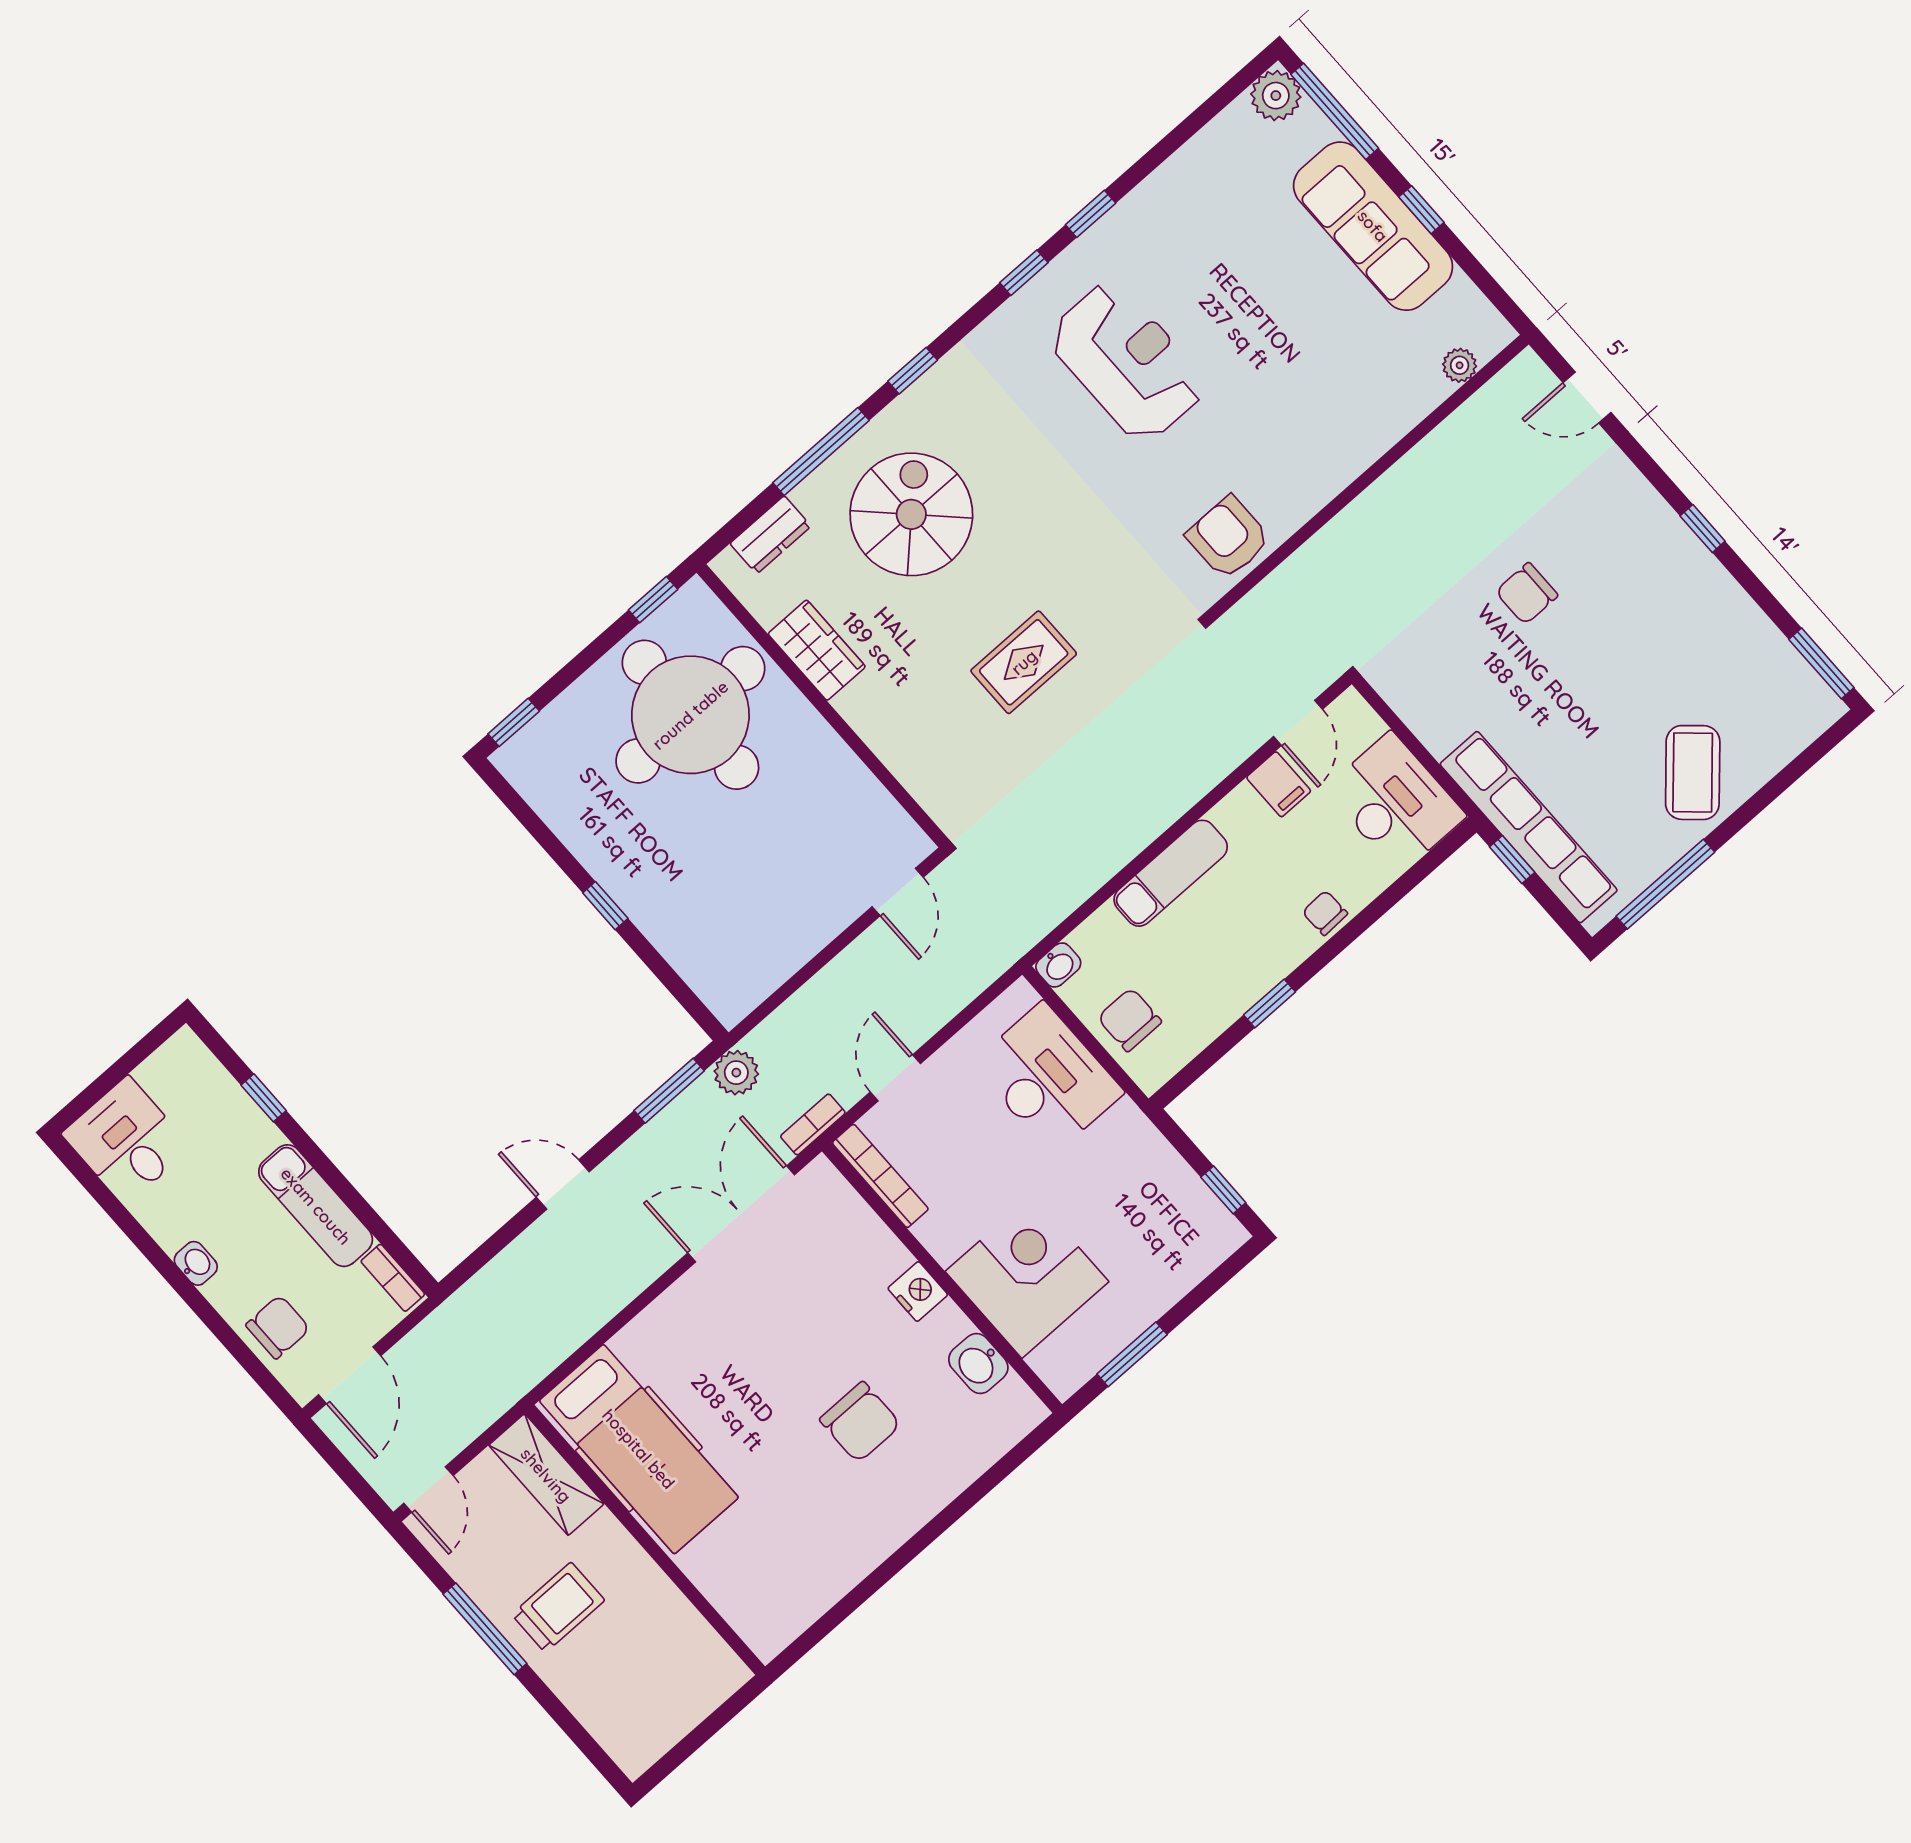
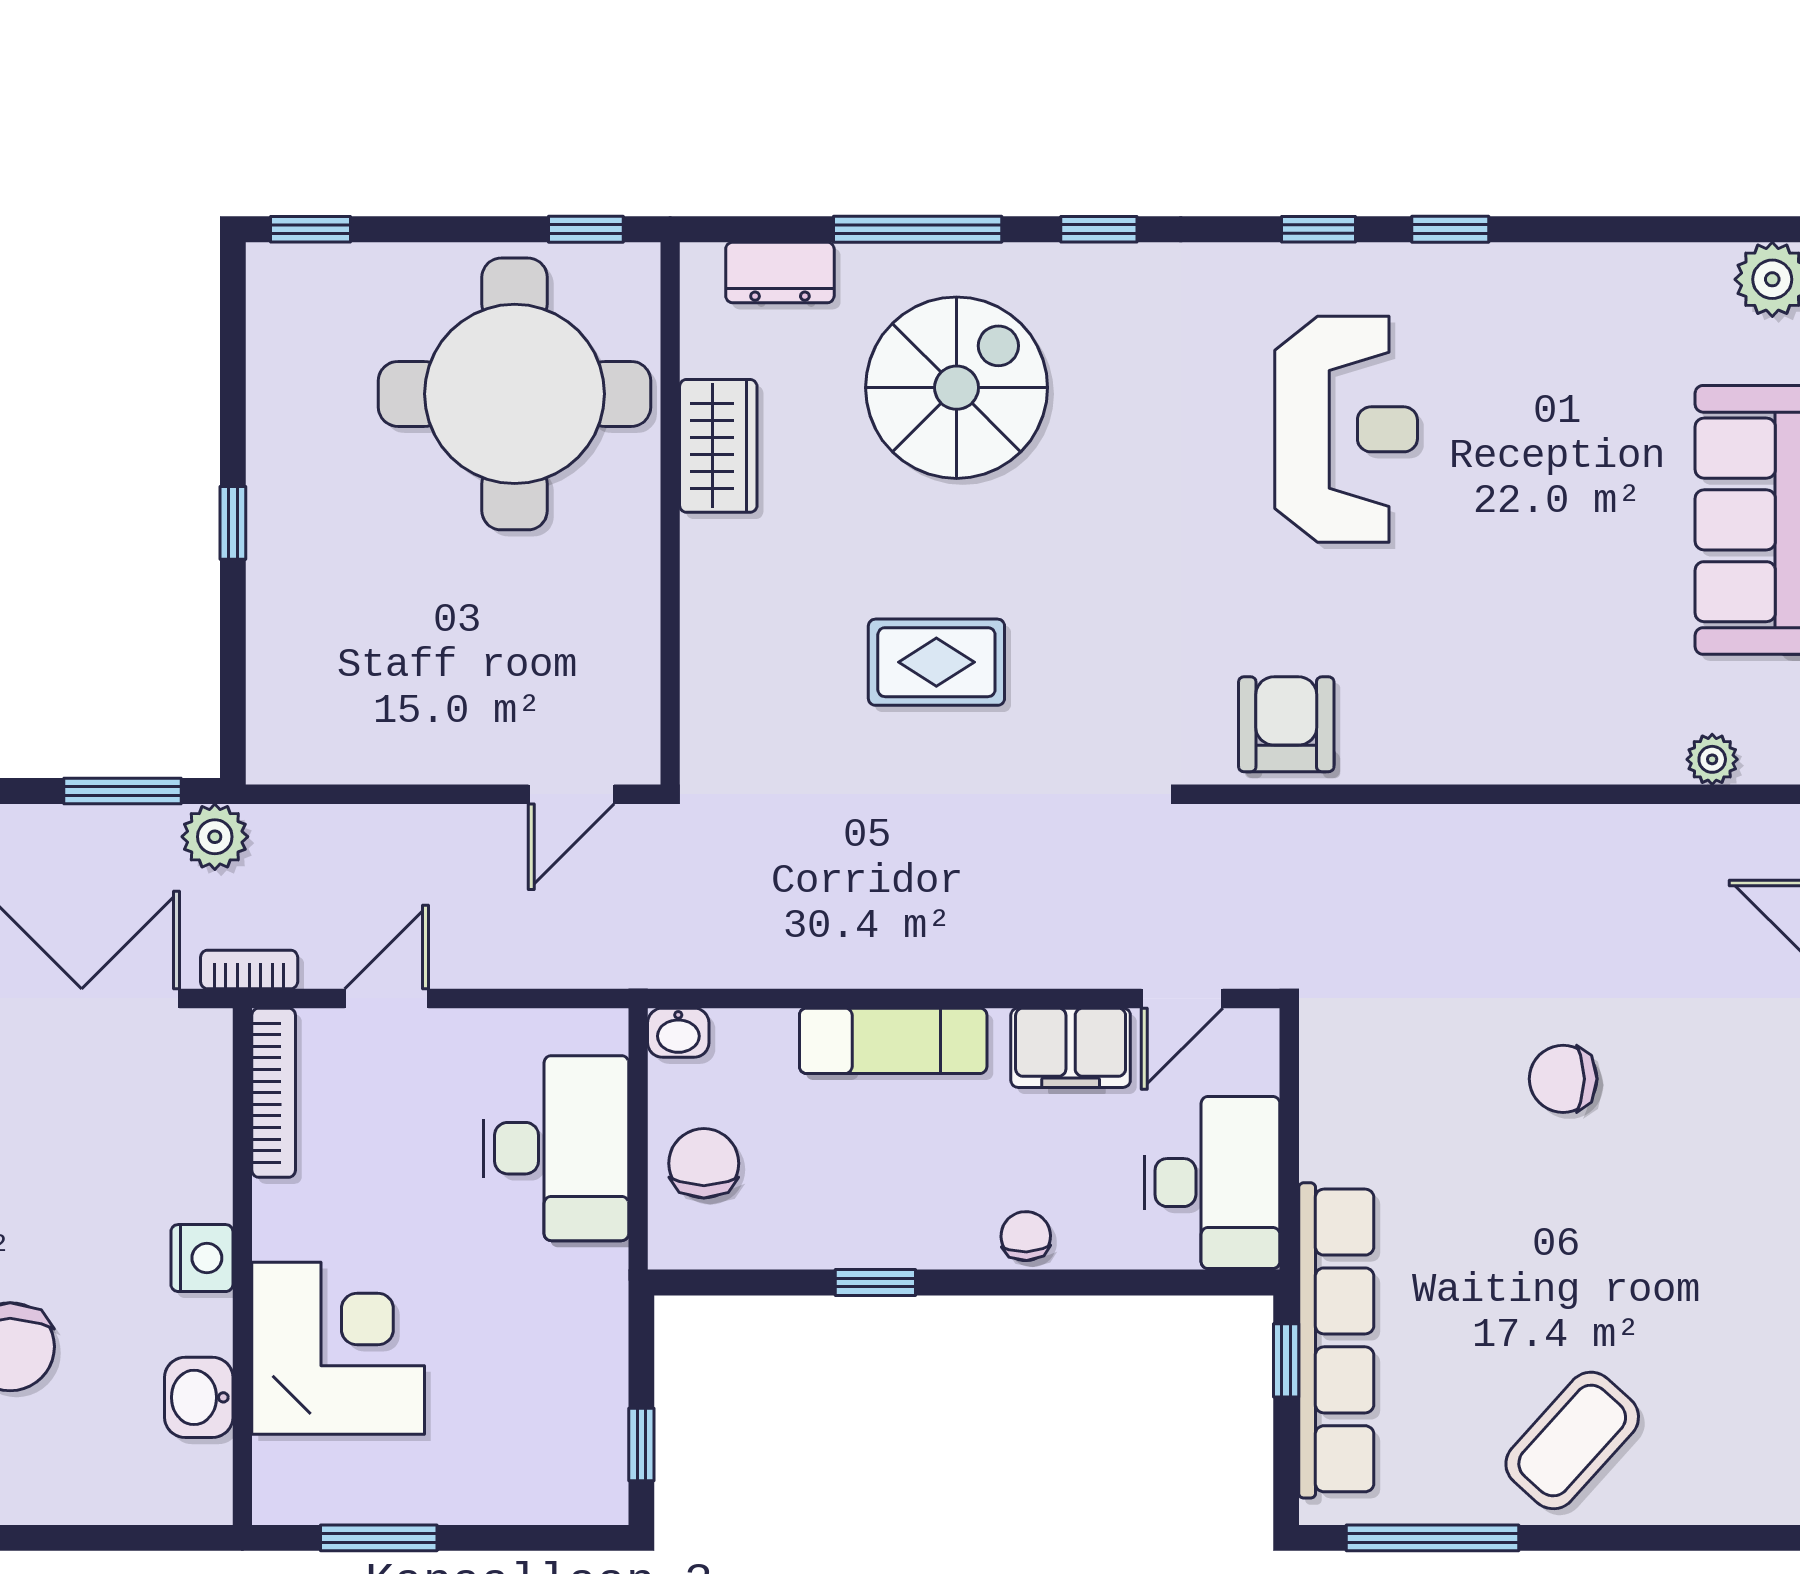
filing cabinet: (1279, 784) -> (1071, 1048), width x2.00

